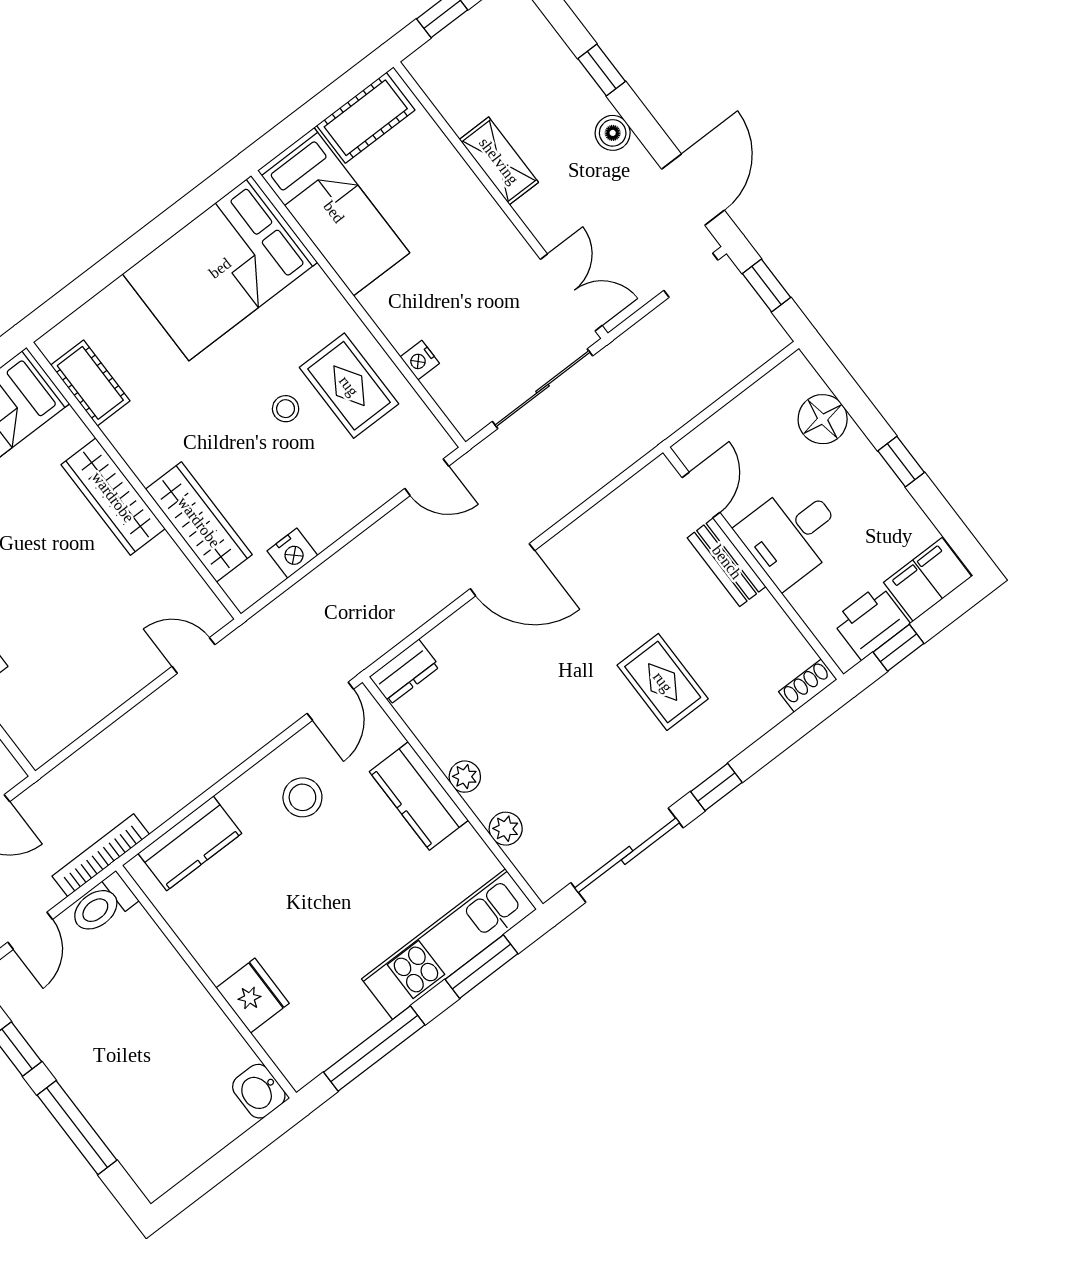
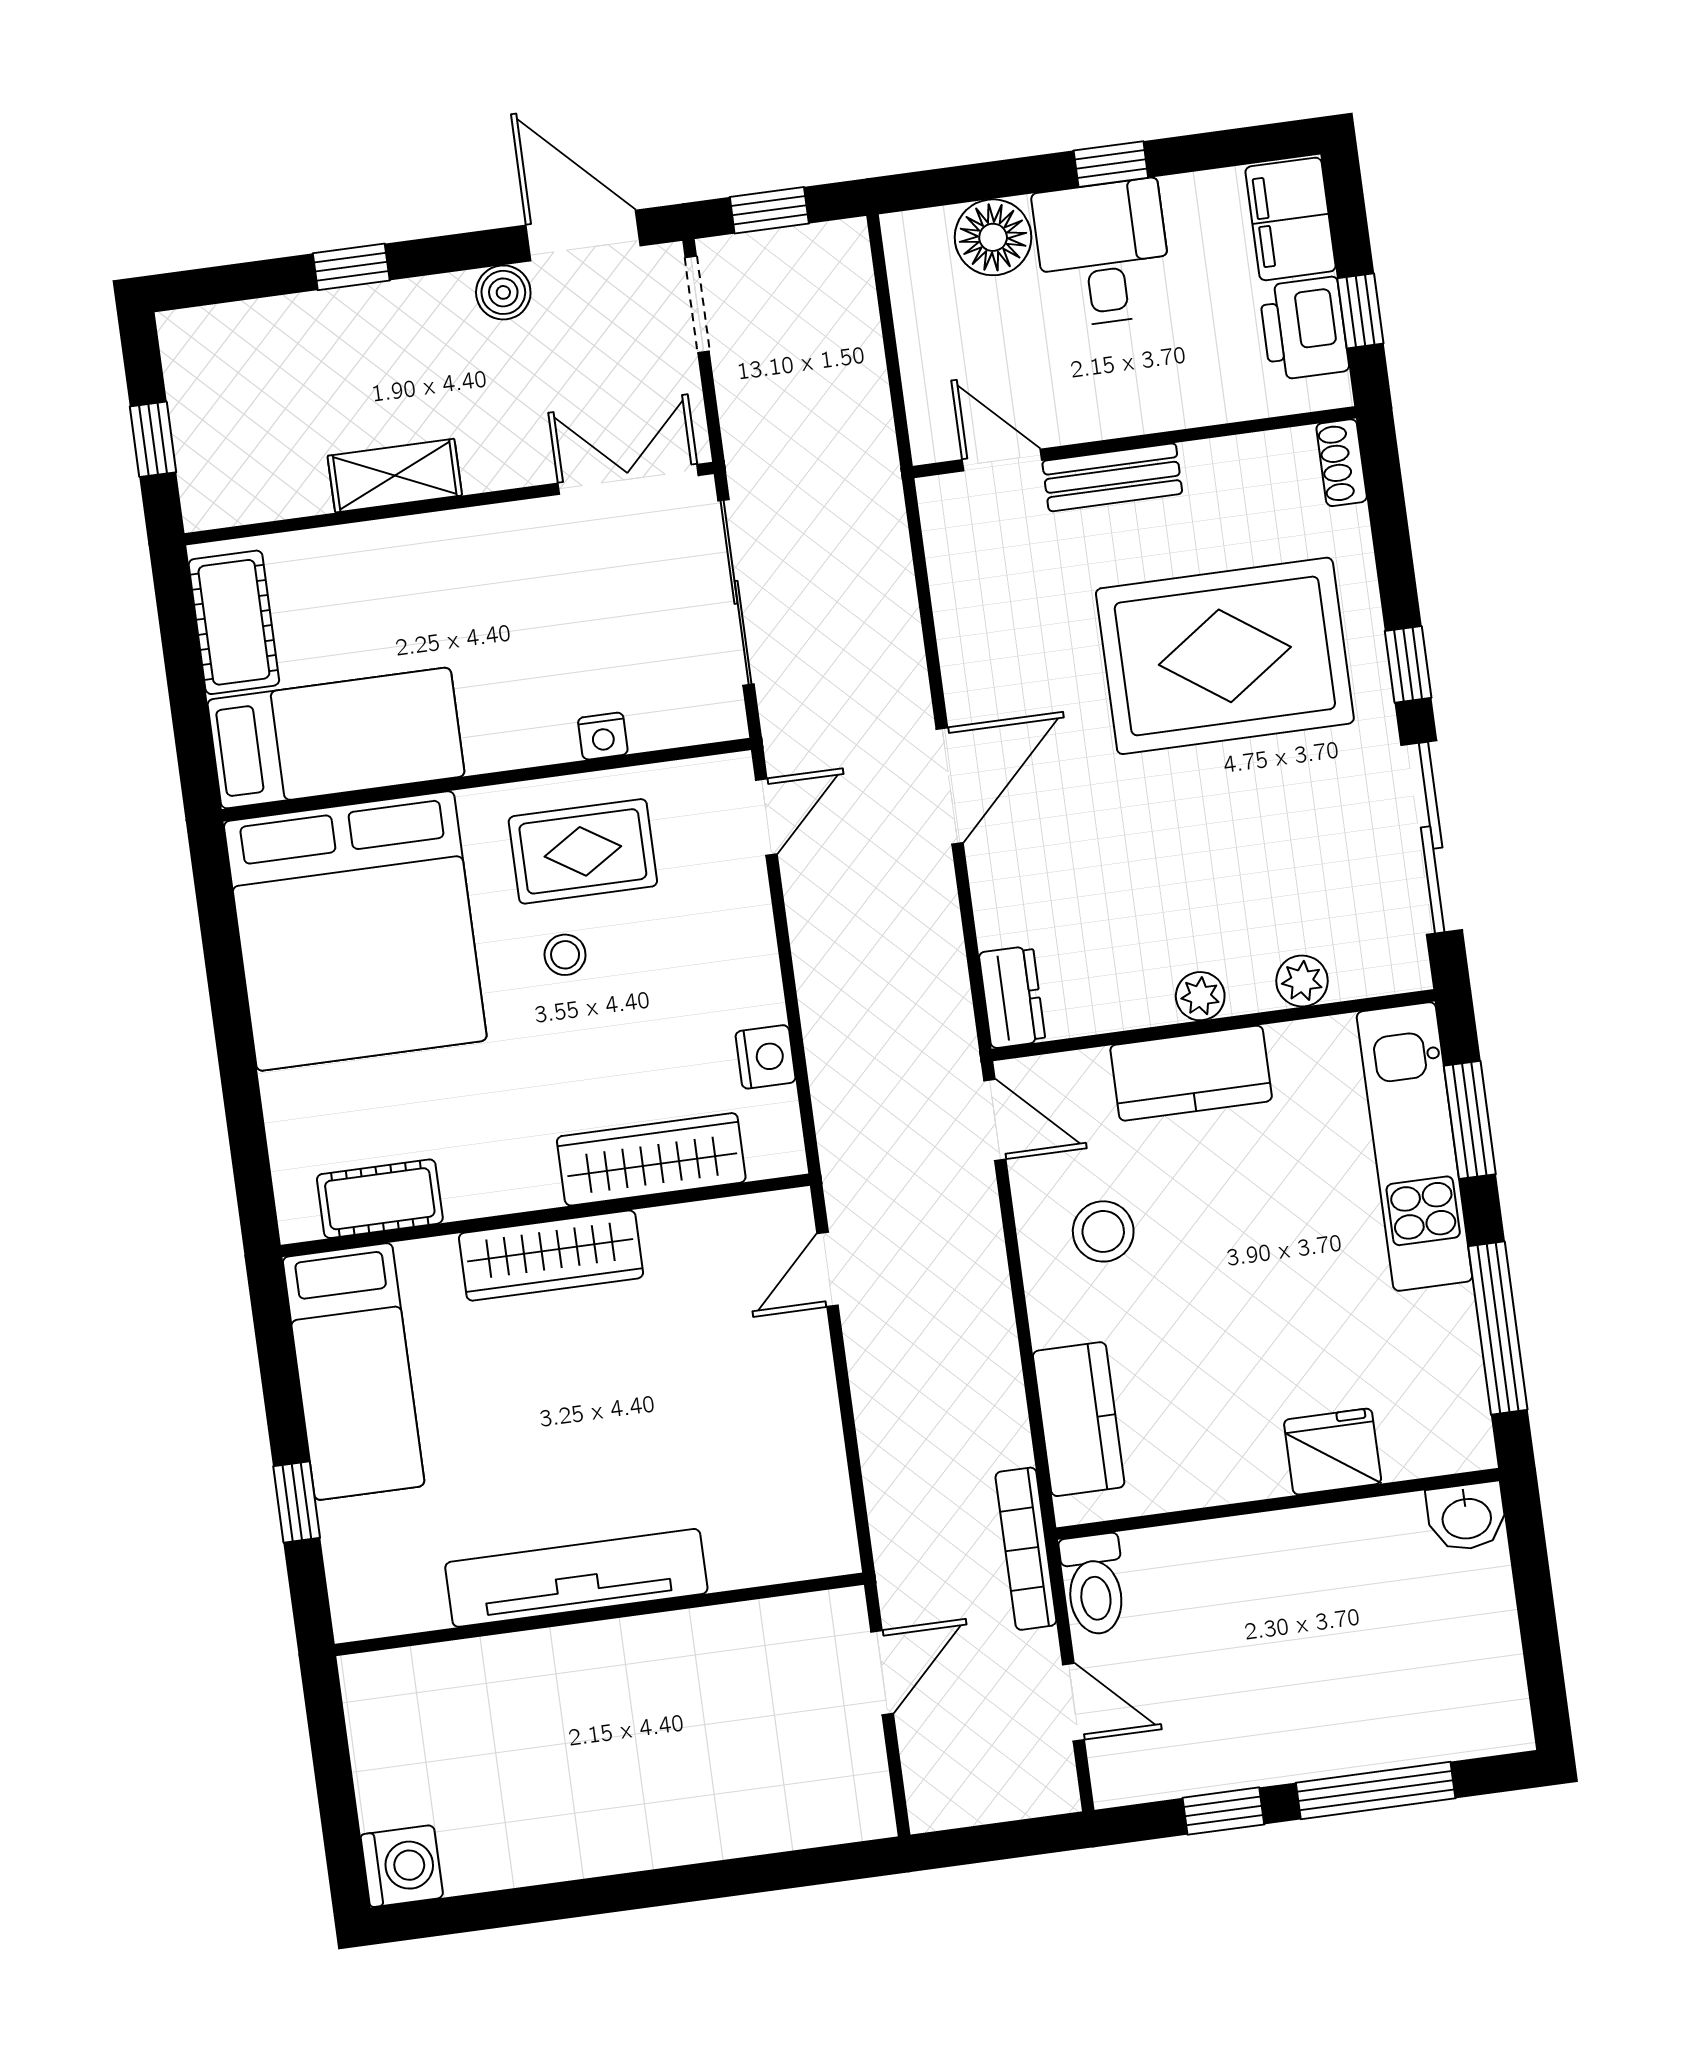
boiler: (613, 133) -> (503, 292), moved
bed: (220, 268) -> (355, 931), width x1.36
desk: (792, 534) -> (1103, 253), moved, turned 180
rug: (663, 682) -> (1225, 656), width x1.86, depth x2.06

